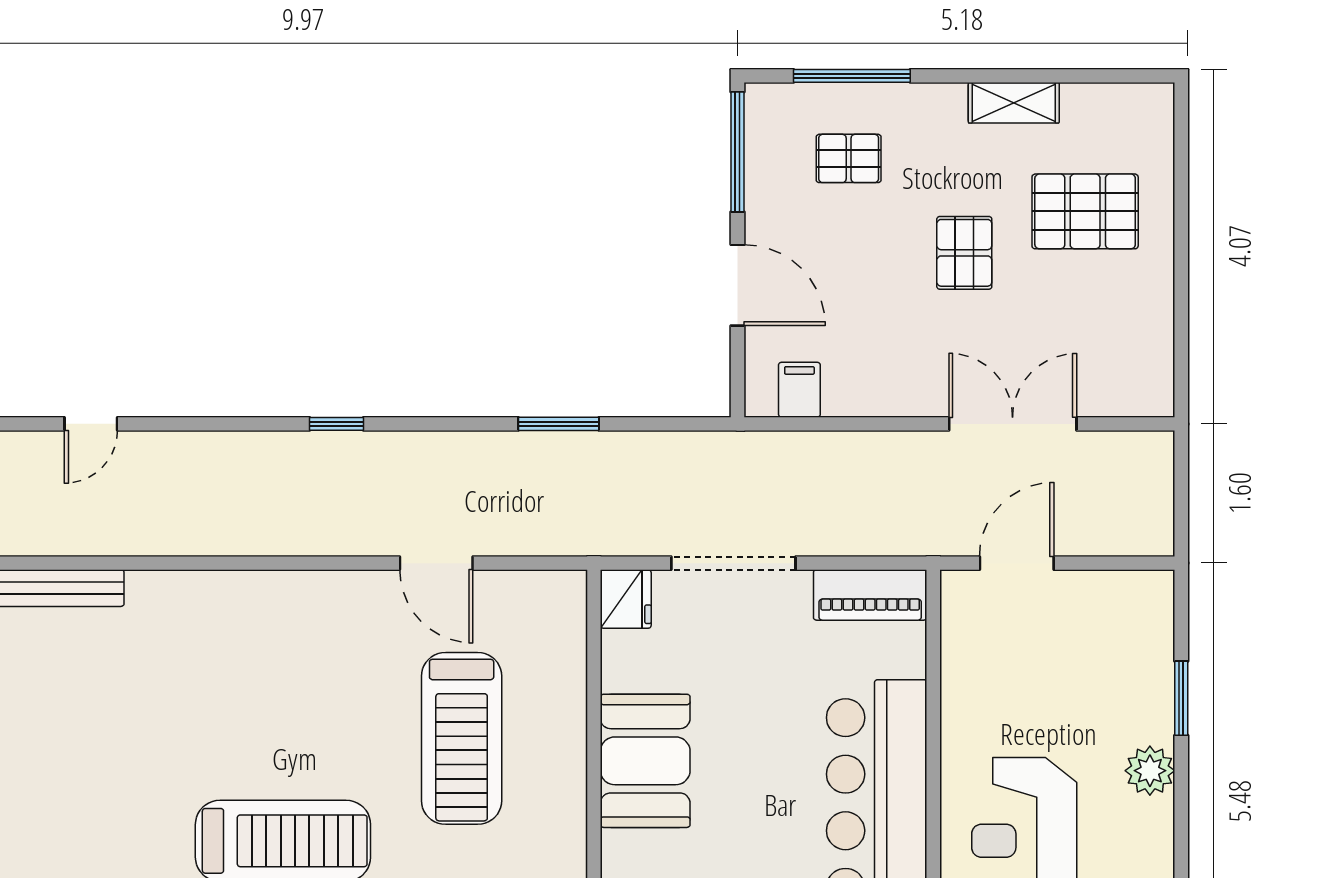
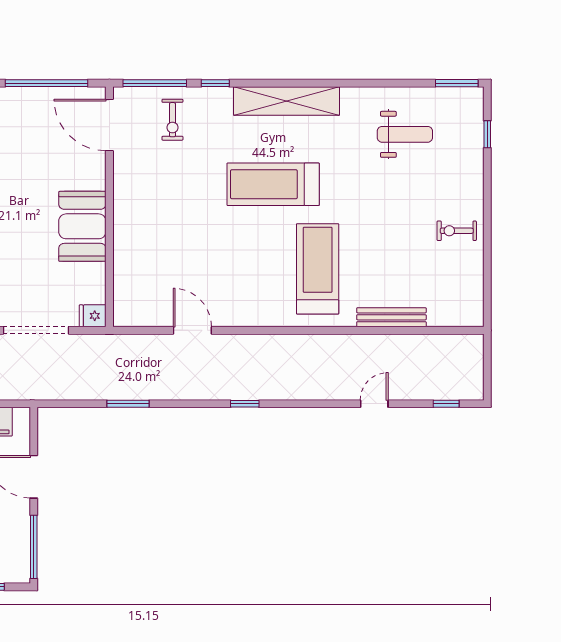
fridge: (626, 599) -> (93, 316), width x0.72
treadmill: (462, 738) -> (318, 269), moved

